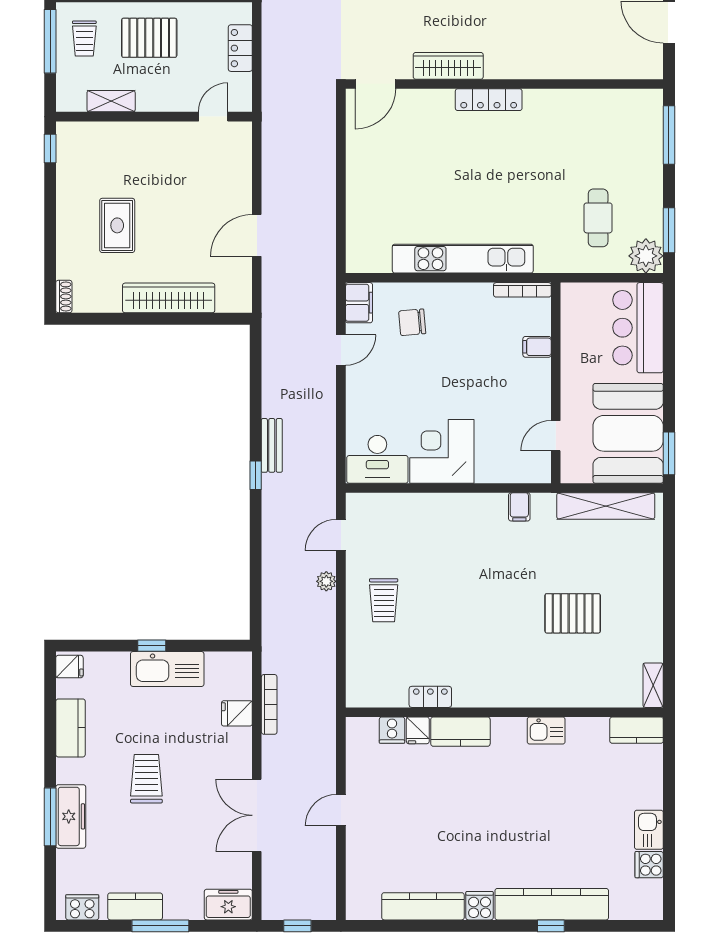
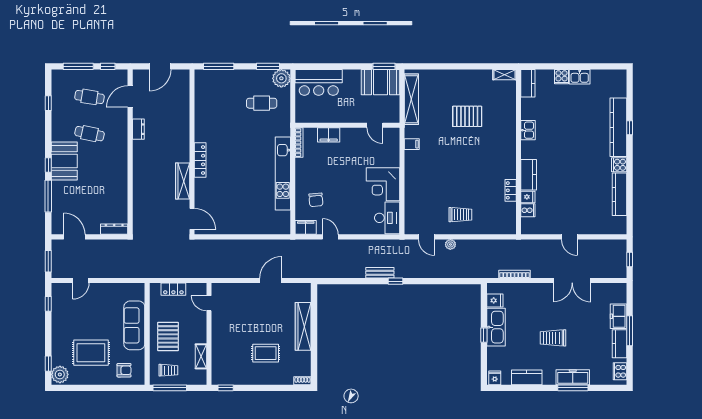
door: (257, 235) -> (271, 281), swing flipped
filing cabinet: (537, 347) -> (329, 135), width x2.00
booth: (628, 433) -> (381, 82), width x0.73, depth x0.70
pallet: (573, 613) -> (467, 116), turned 90
fridge: (237, 713) -> (495, 300), moved, turned -90
cooker: (649, 865) -> (561, 77), moved
freezer: (228, 905) -> (618, 316), moved

